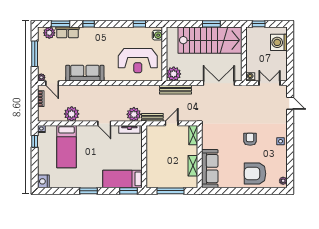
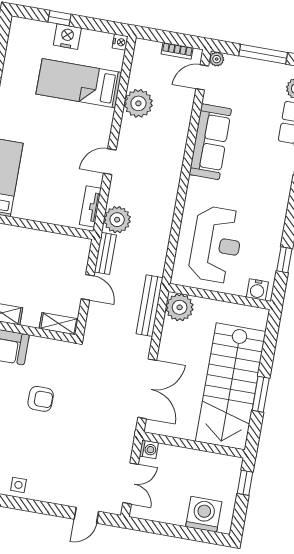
reception desk: (138, 61) -> (216, 245), turned 180
armchair: (250, 139) -> (41, 399), moved
window: (35, 141) -> (60, 18), moved
nightstand: (43, 181) -> (67, 37), moved

